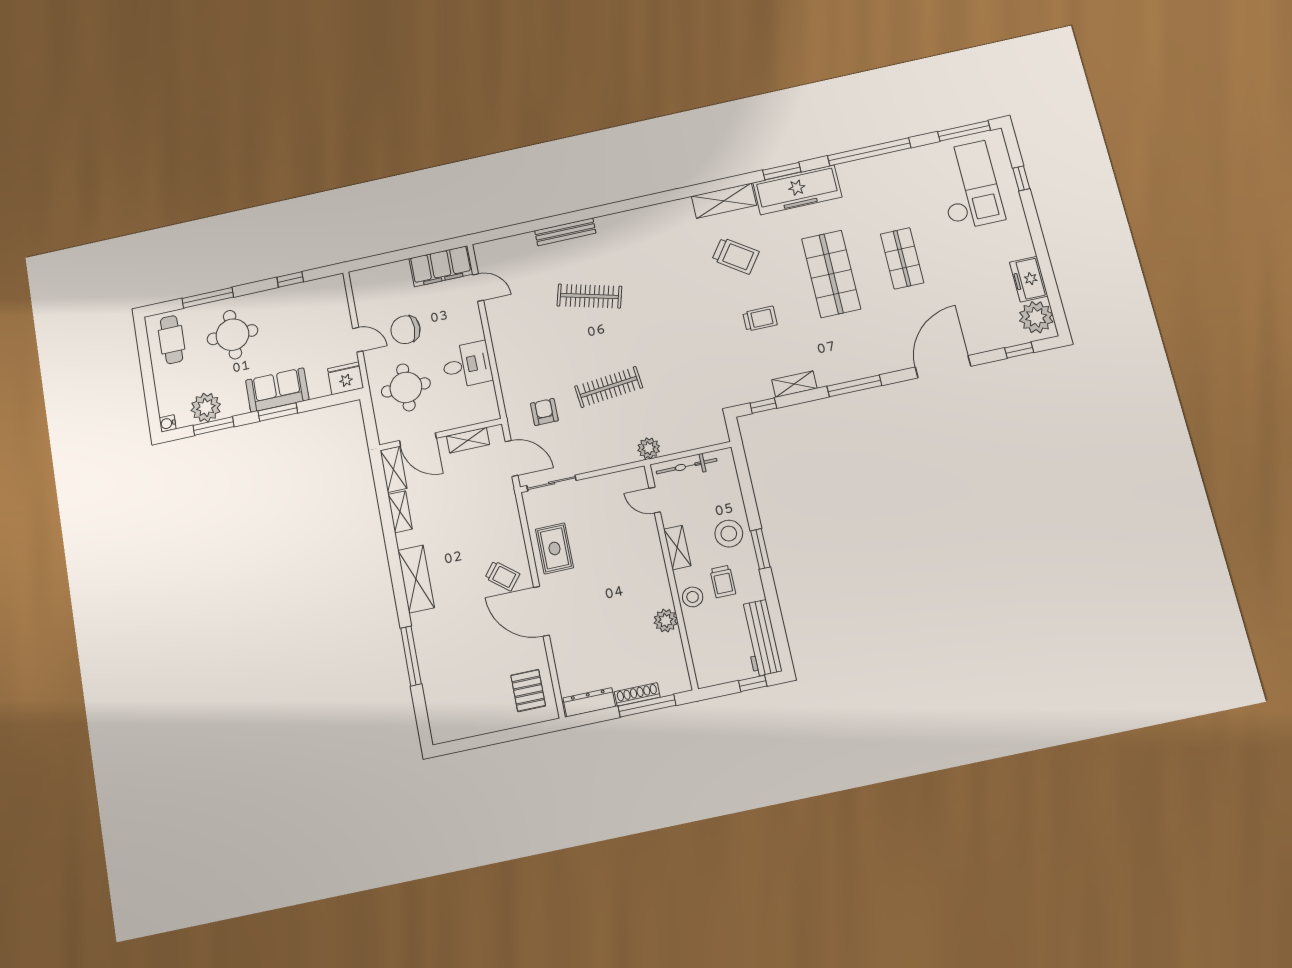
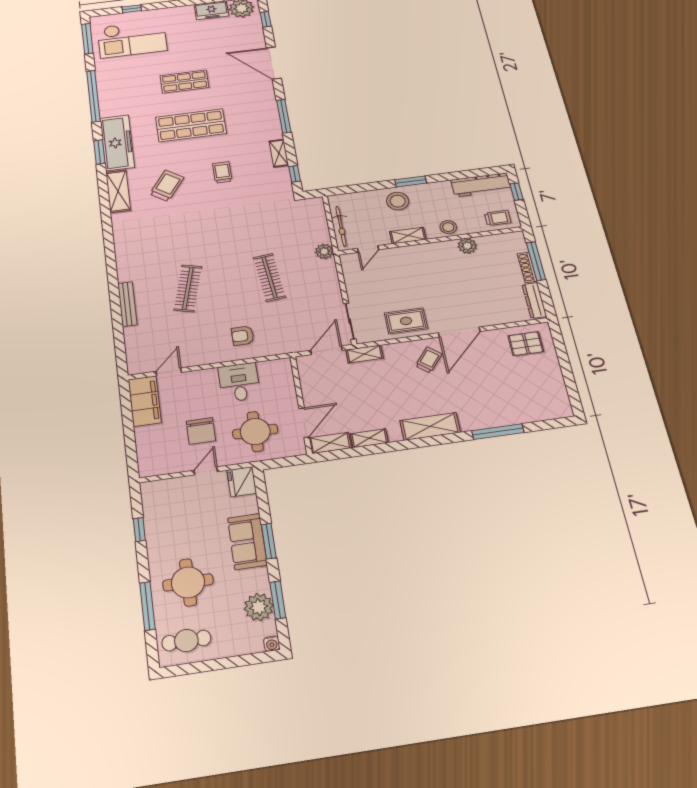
checkout: (969, 186) -> (132, 39), turned 180
armchair: (544, 412) -> (243, 336), moved
shelving: (468, 440) -> (365, 354), moved, turned 90
trolley: (723, 581) -> (498, 218), moved

